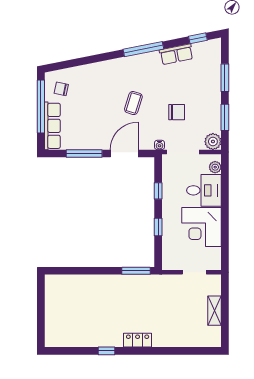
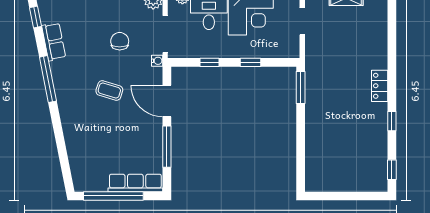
chair: (61, 89) -> (93, 173), removed
window: (64, 351) -> (392, 170), added

